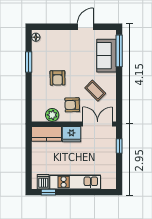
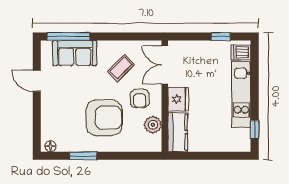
armchair: (57, 78) -> (104, 118), width x1.88, depth x1.88
window: (119, 146) -> (221, 37), moved
dishwasher: (43, 182) -> (241, 52), moved

